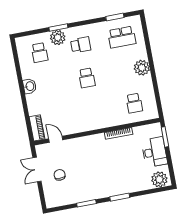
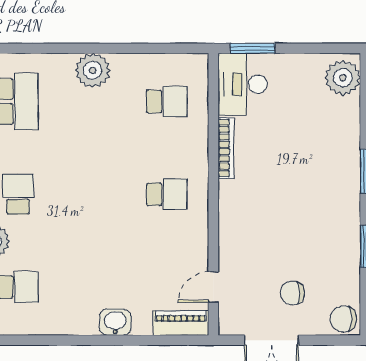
school desk: (87, 78) -> (167, 194), moved
washbasin: (30, 86) -> (115, 322), moved
desk: (154, 152) -> (243, 84), moved, turned -90
chair: (52, 200) -> (343, 319), added

